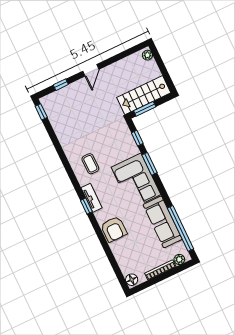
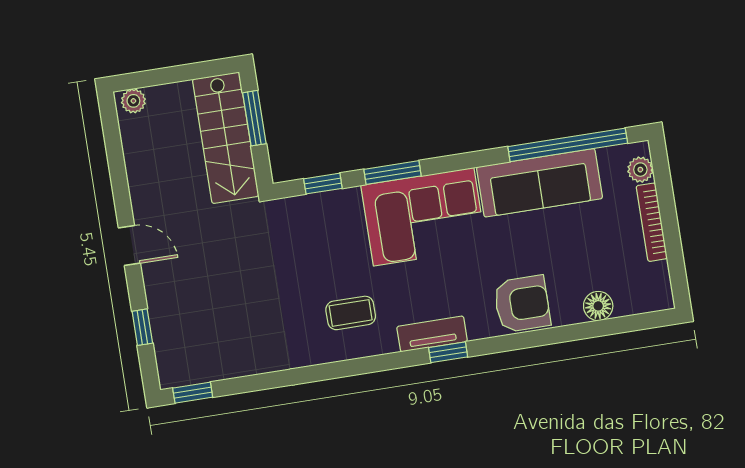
window: (145, 109) -> (254, 118), moved
floor lamp: (132, 280) -> (598, 306), moved

